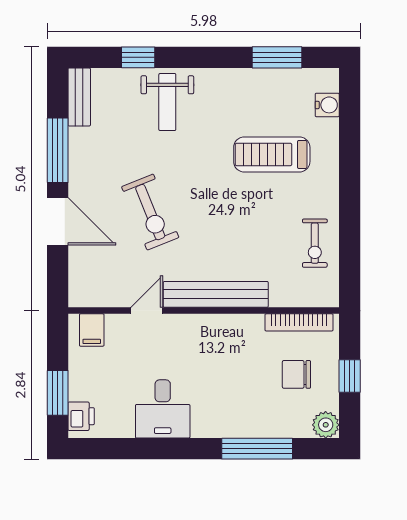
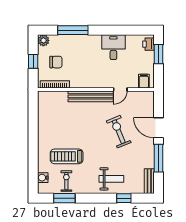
weight bench: (167, 102) -> (111, 179), turned 90
treadmill: (272, 154) -> (67, 156), turned 180
exercise bike: (315, 243) -> (66, 181), moved

